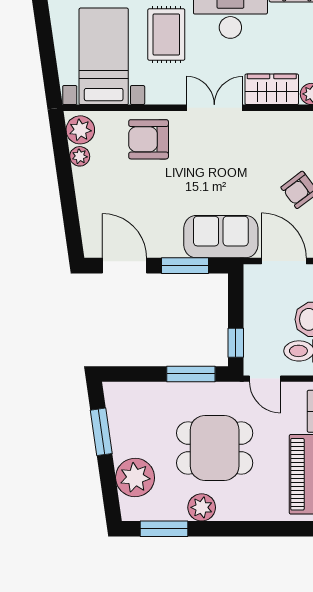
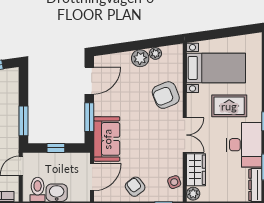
side table: (292, 125) -> (174, 182), added
plant: (80, 130) -> (140, 58), moved
armchair: (149, 139) -> (166, 95), turned -112
window: (236, 343) -> (56, 148), moved

